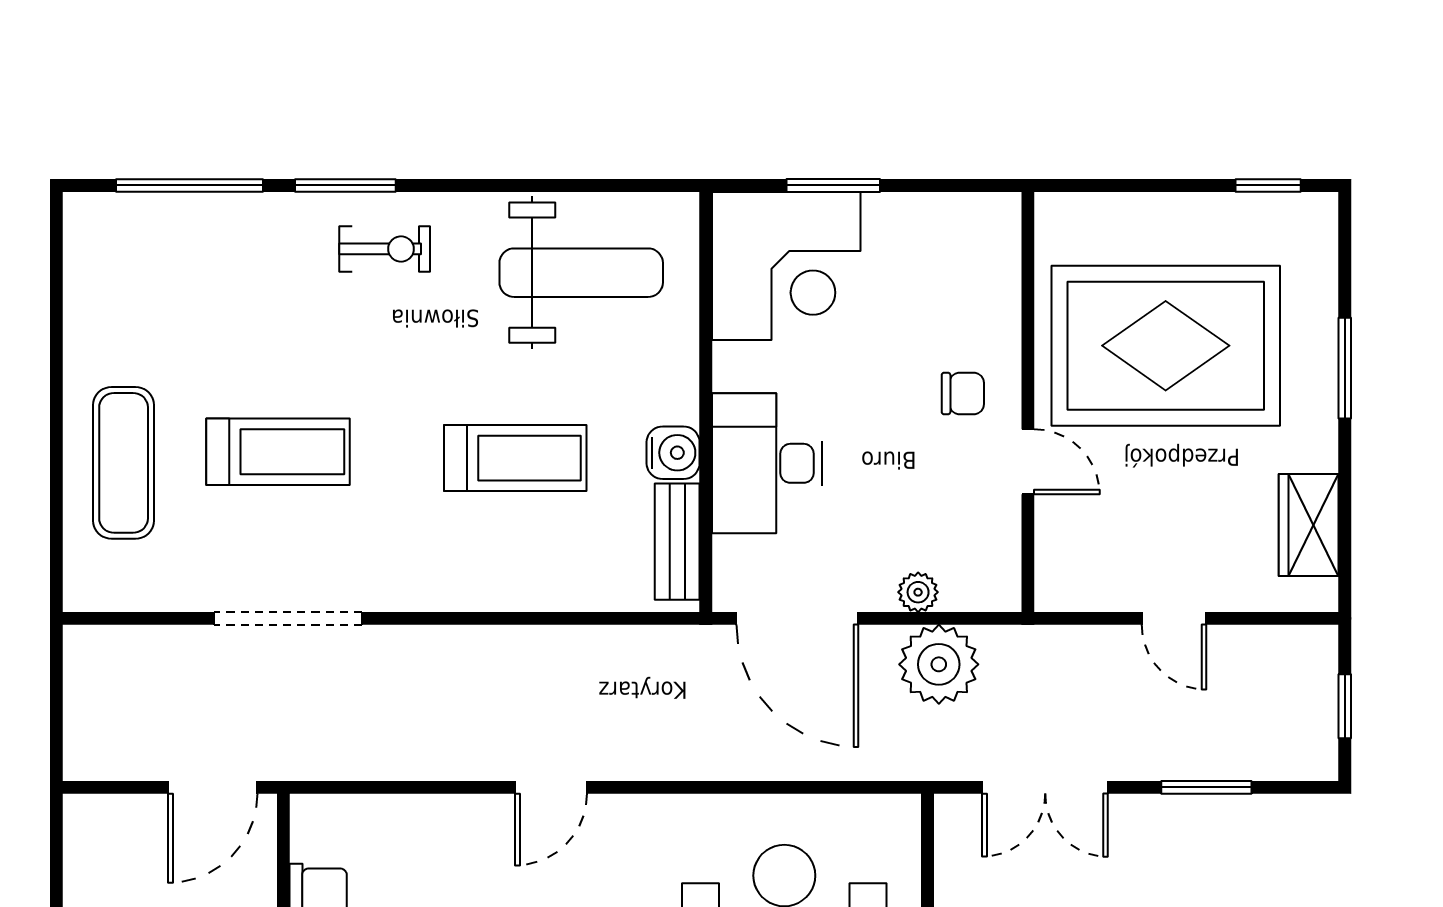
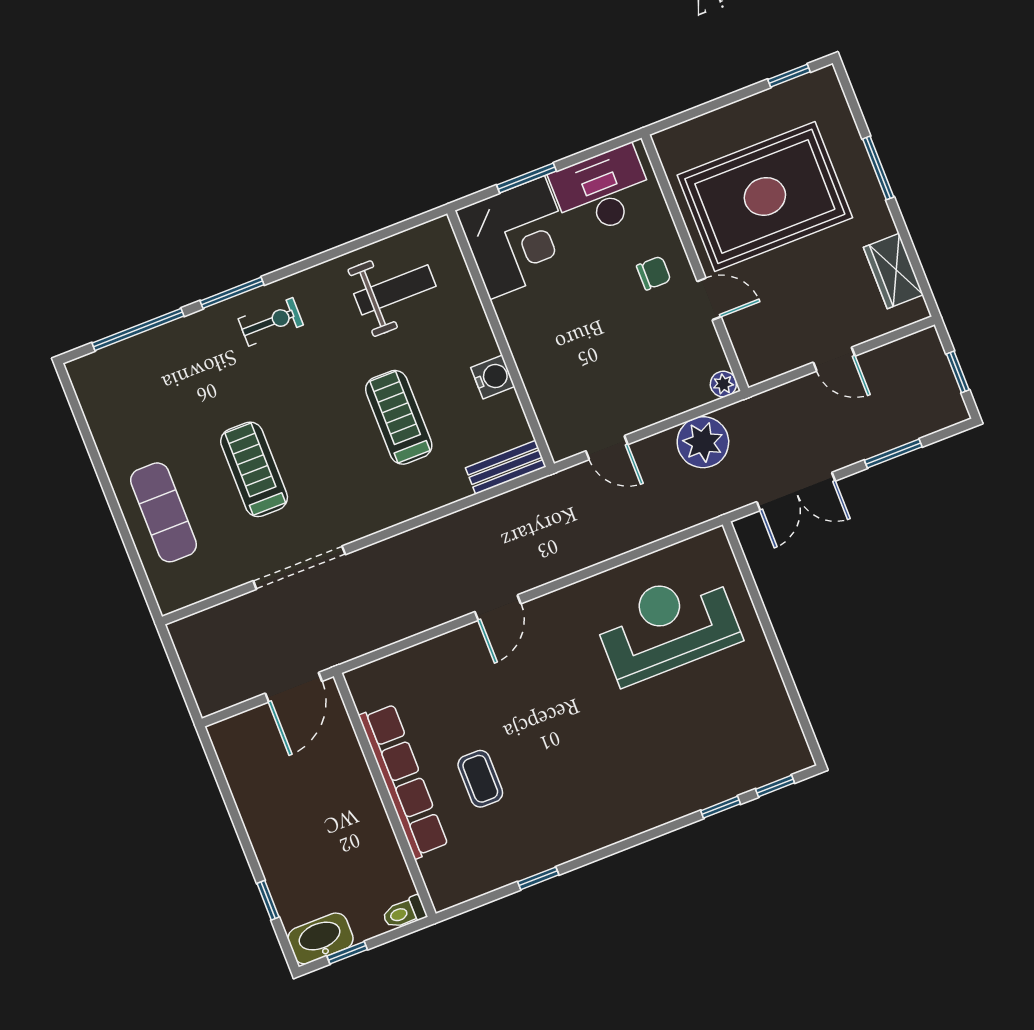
weight bench: (581, 273) -> (395, 290), width x0.73, depth x0.75
treadmill: (278, 452) -> (254, 469), turned -90
treadmill: (515, 458) -> (399, 417), turned -90
desk: (767, 463) -> (602, 191), moved, turned 90
bench: (677, 542) -> (506, 467), moved, turned 90
plant: (918, 592) -> (723, 384), moved
door: (797, 618) -> (607, 448), width x0.53

